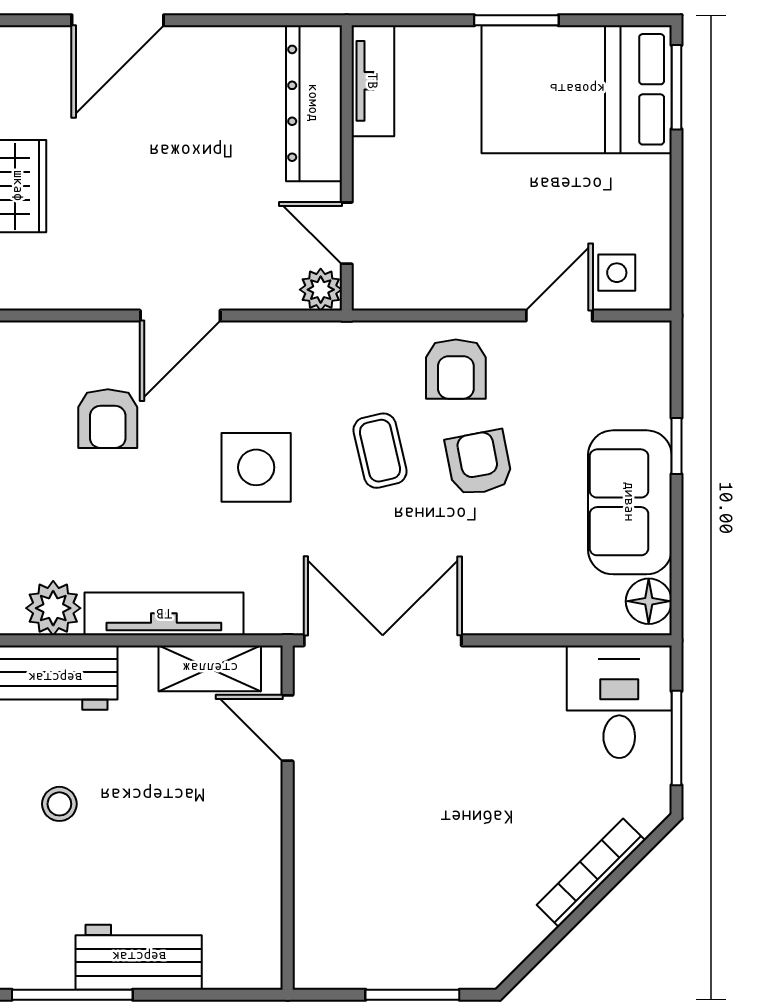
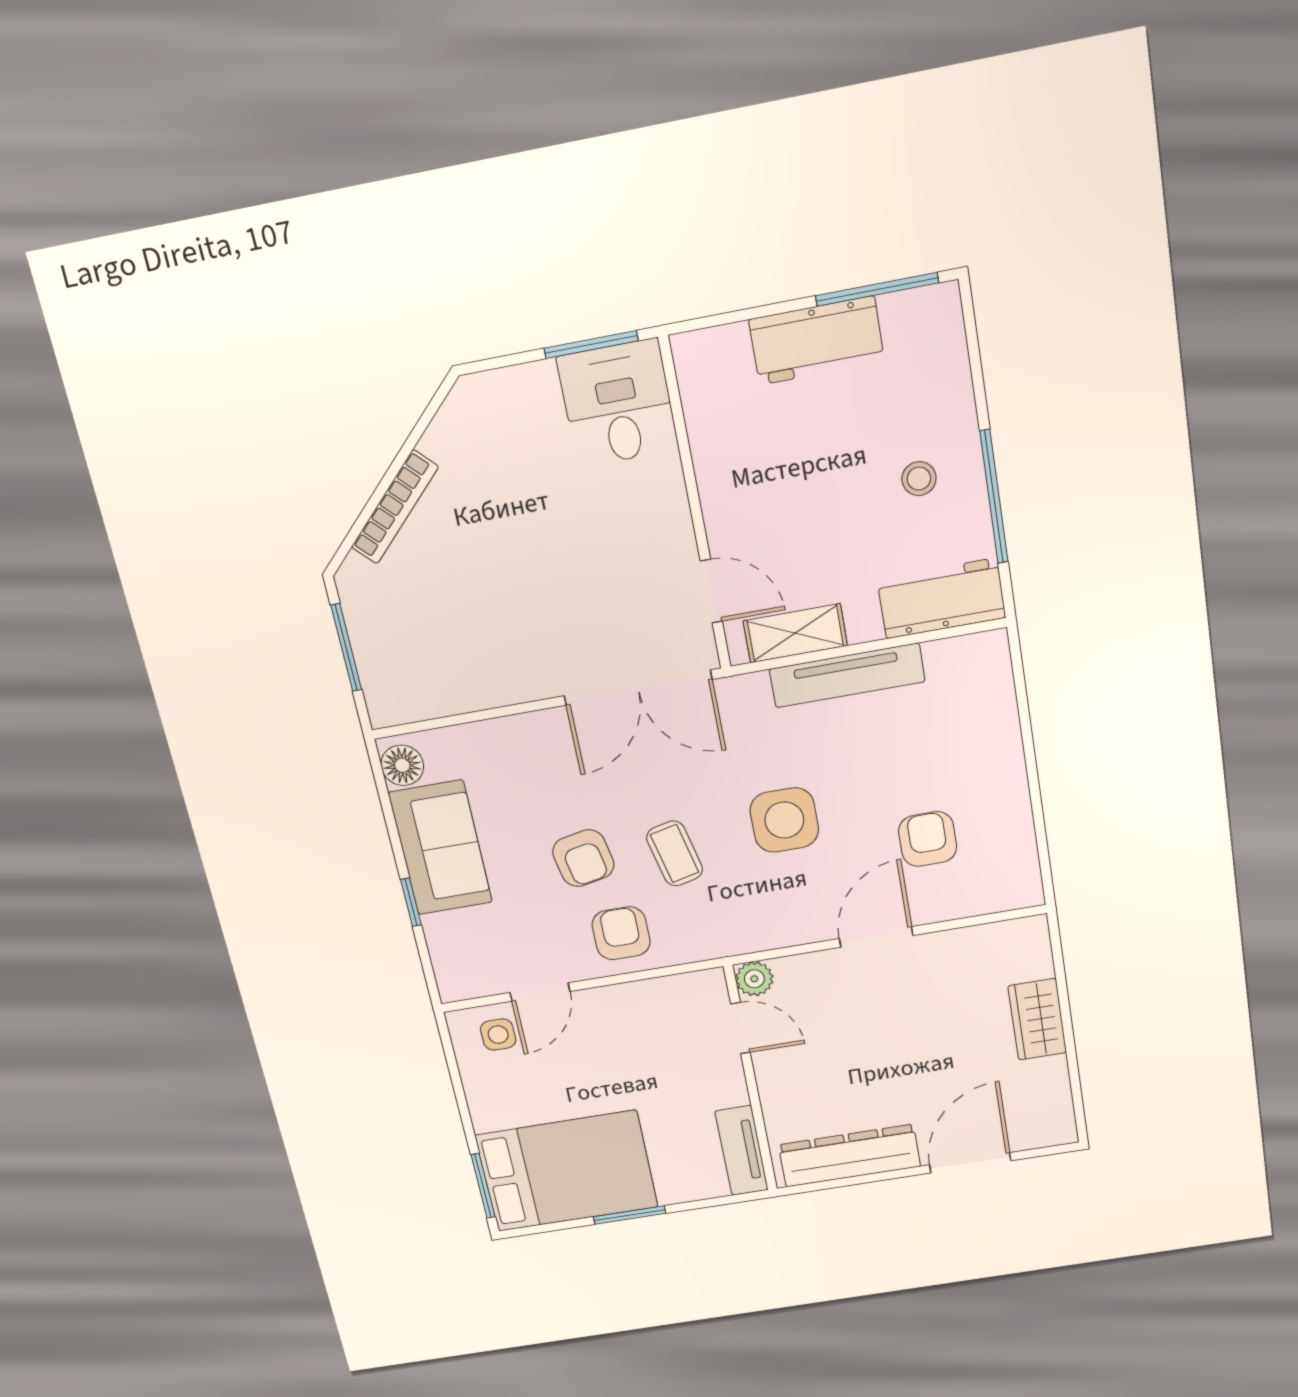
dresser: (314, 103) -> (849, 1156), moved, turned -90
plant: (53, 608) -> (953, 662), removed
desk: (619, 702) -> (618, 403), moved, turned 180
window: (412, 995) -> (591, 345), moved

